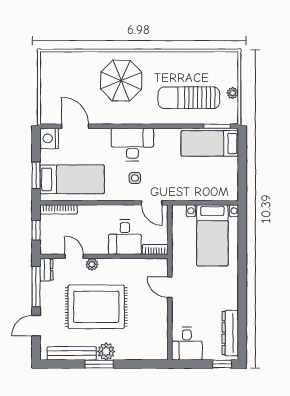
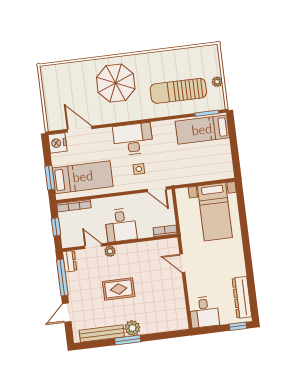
desk: (125, 237) -> (121, 225), moved
rug: (96, 307) -> (119, 289), width x0.54, depth x0.49

